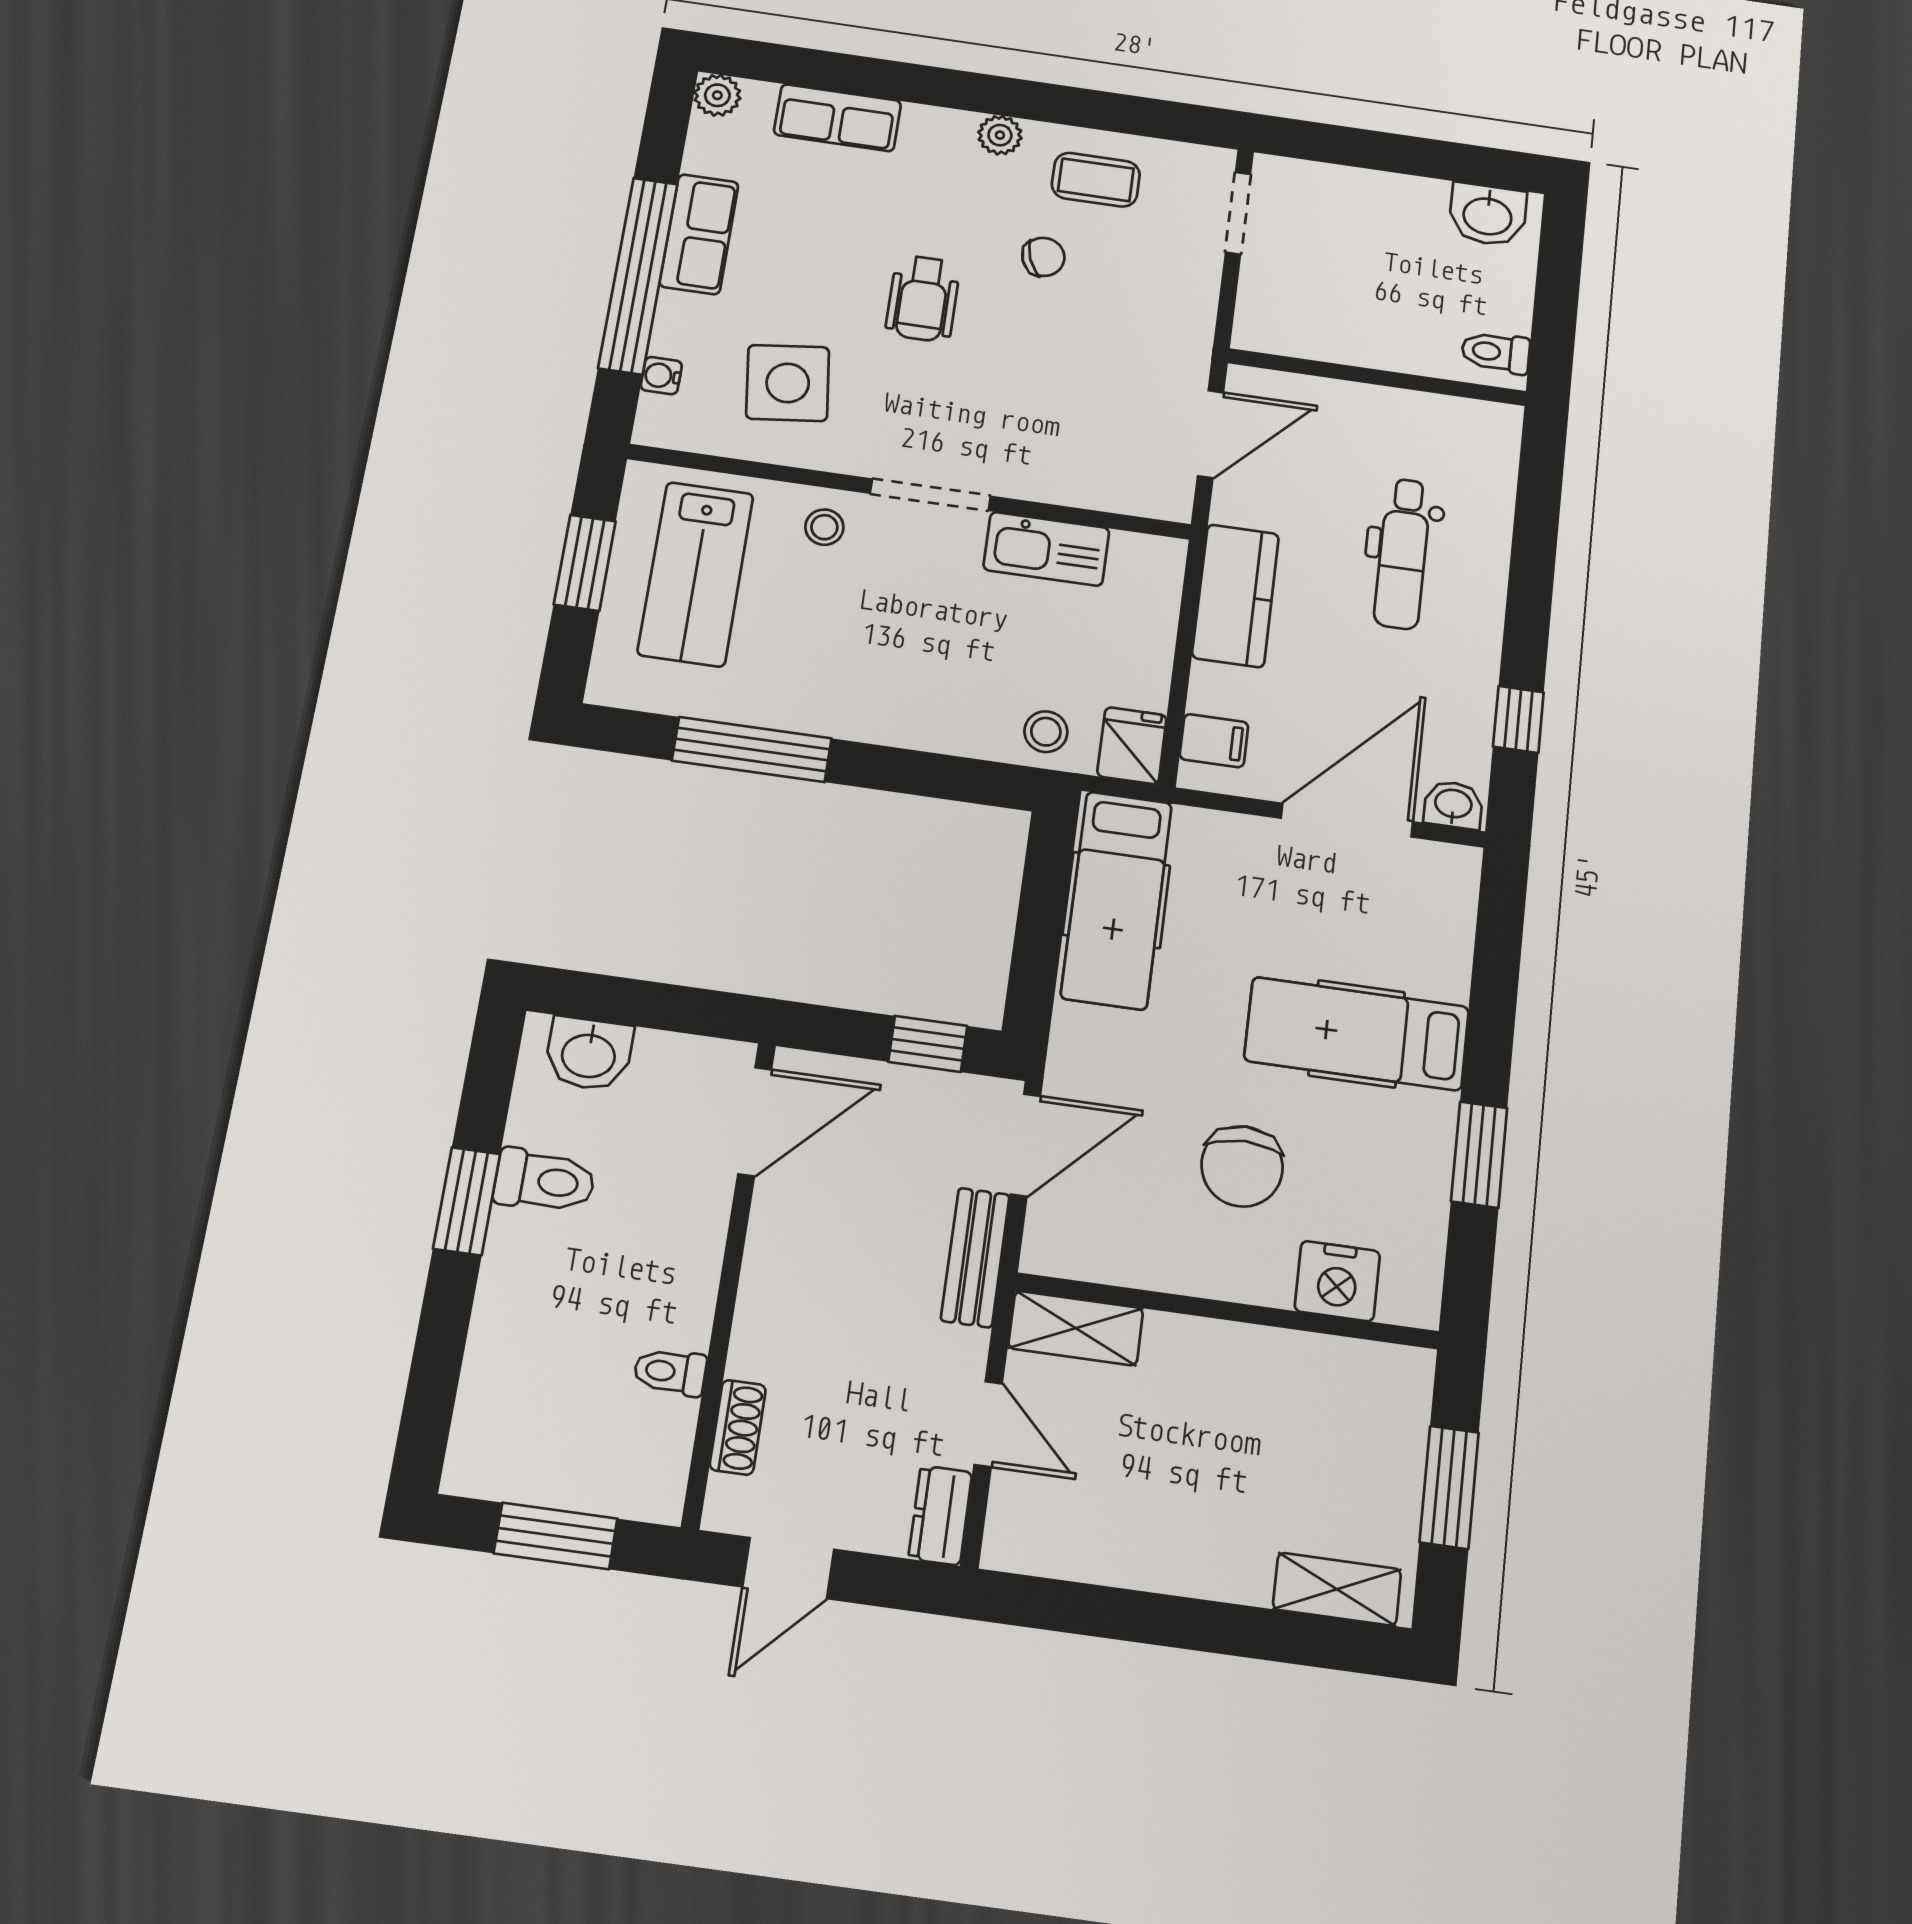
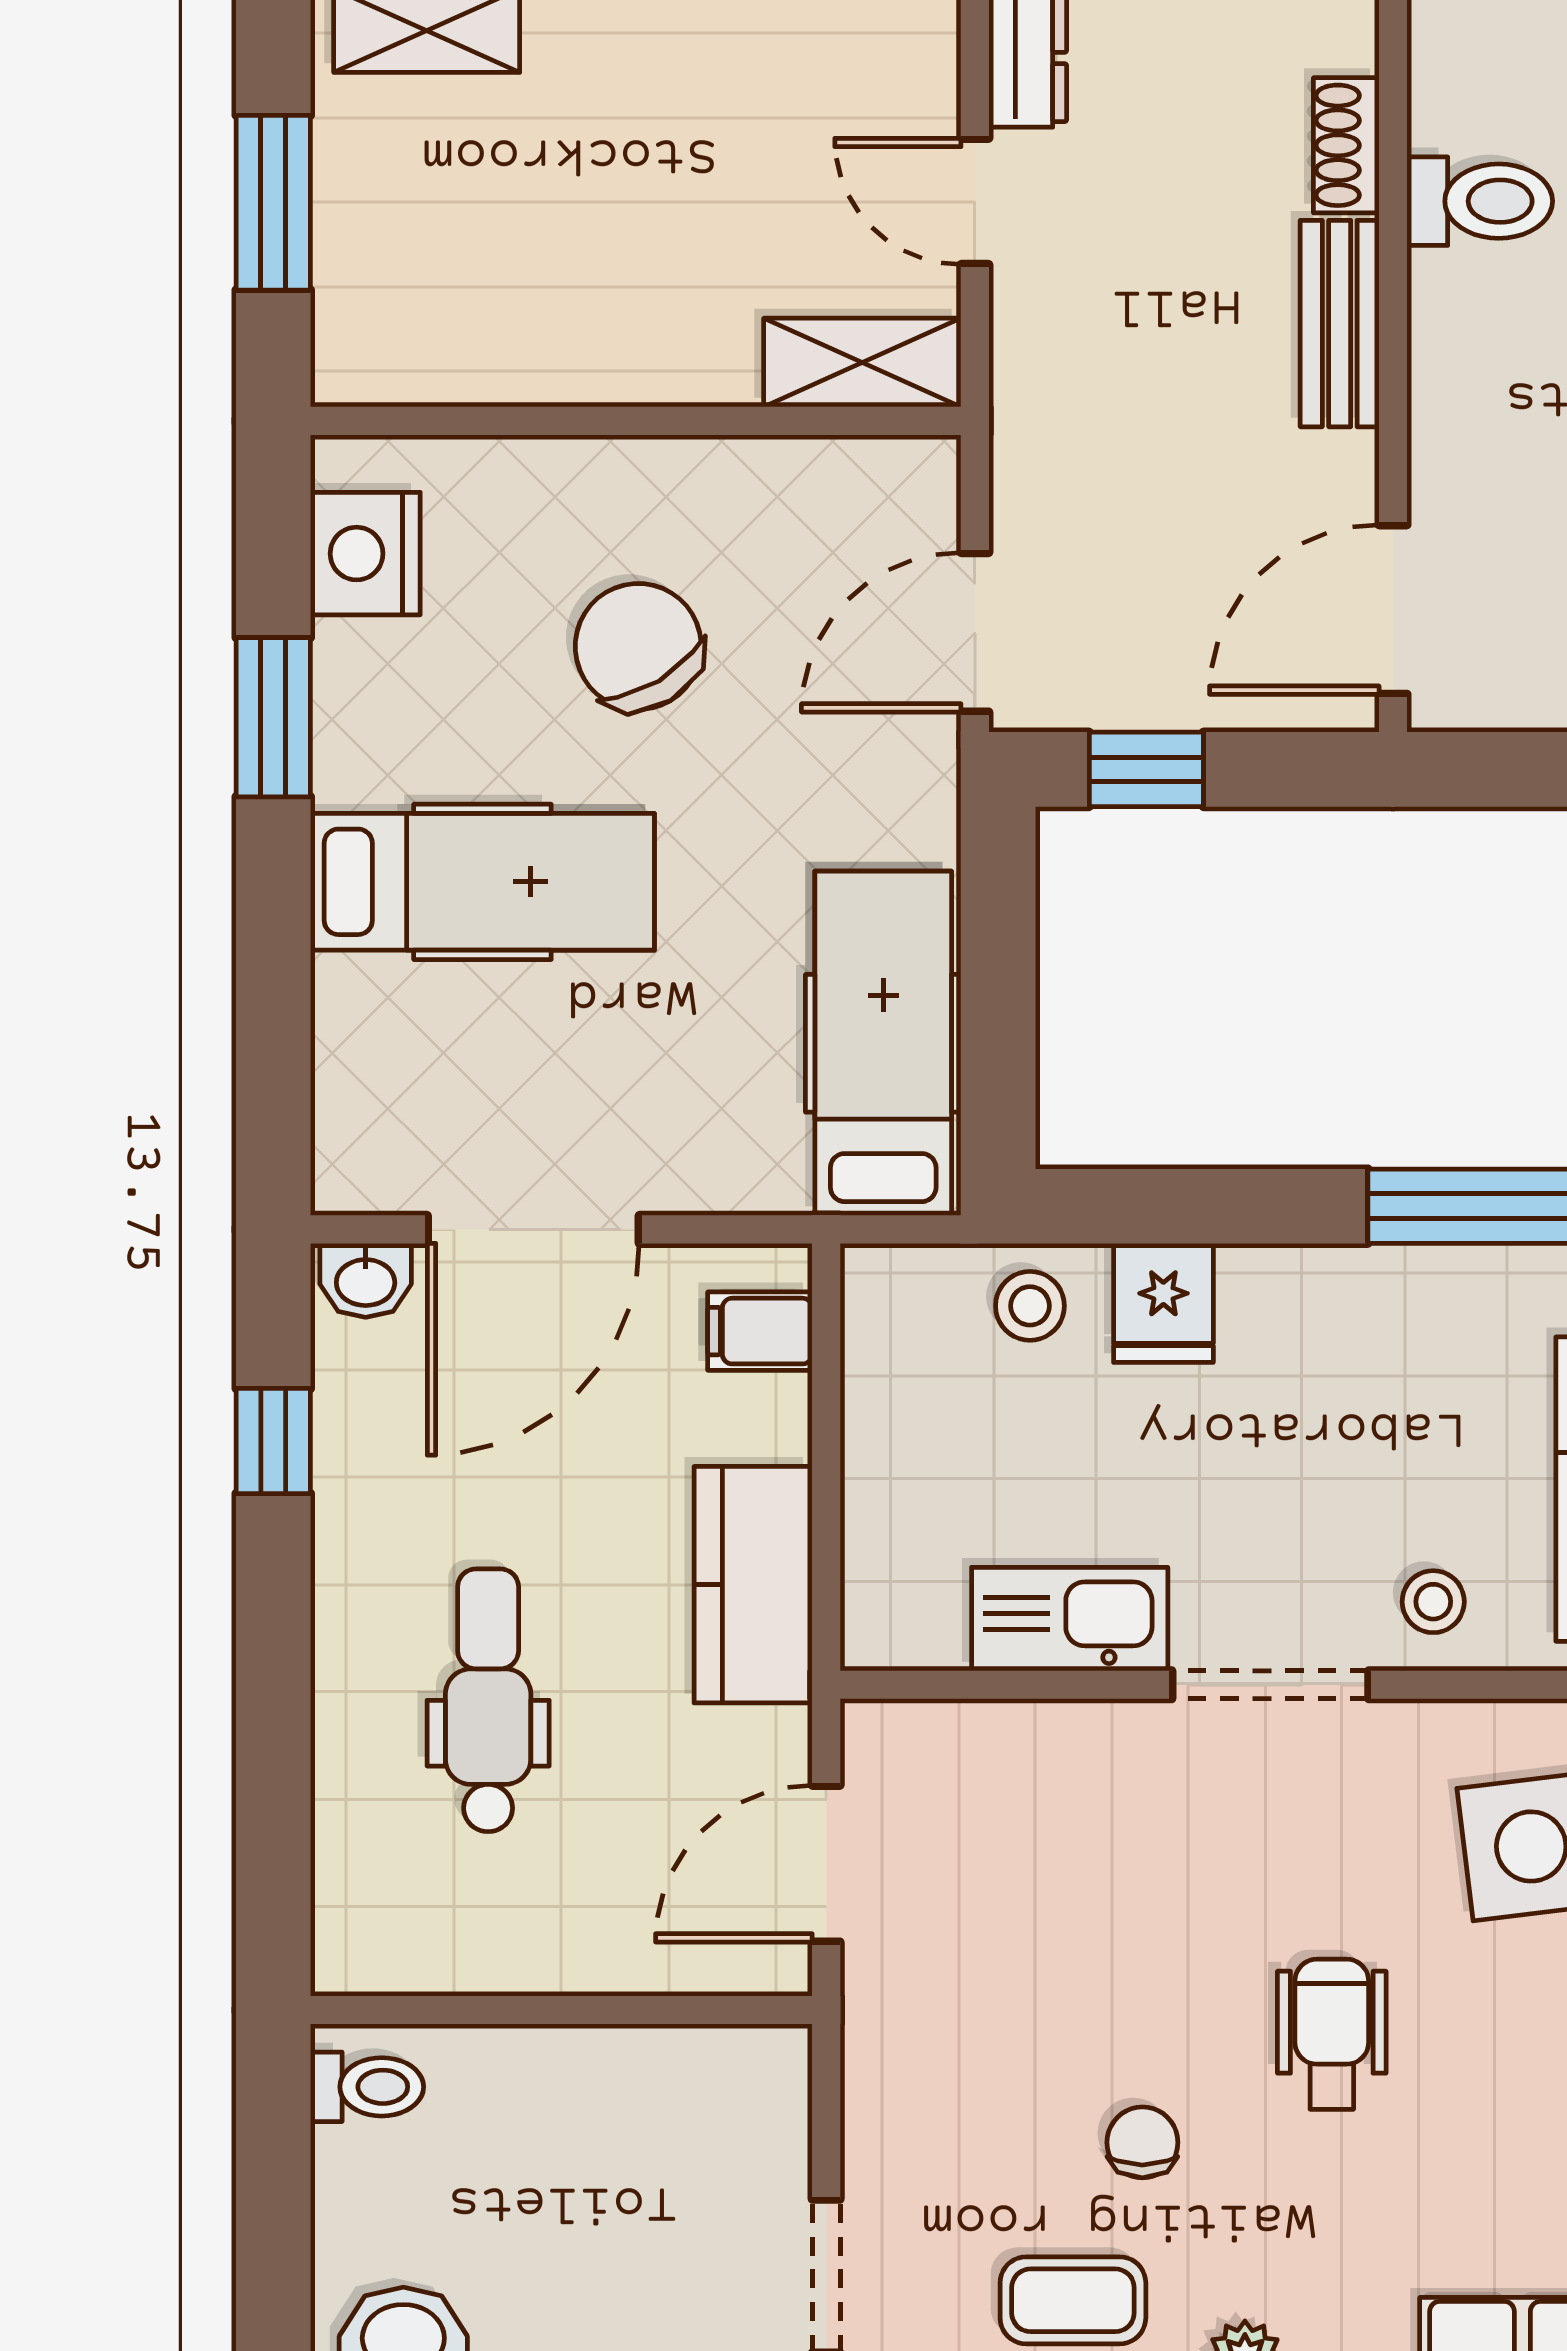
chair: (1043, 257) -> (1142, 2142), turned 110
fridge: (1132, 746) -> (1163, 1303), moved
chair: (1242, 1166) -> (638, 647), turned -31
bench: (975, 1257) -> (1340, 324), moved
nightstand: (1337, 1281) -> (365, 554), moved, turned -90
toilet: (670, 1372) -> (1480, 201), width x1.37, depth x1.39

